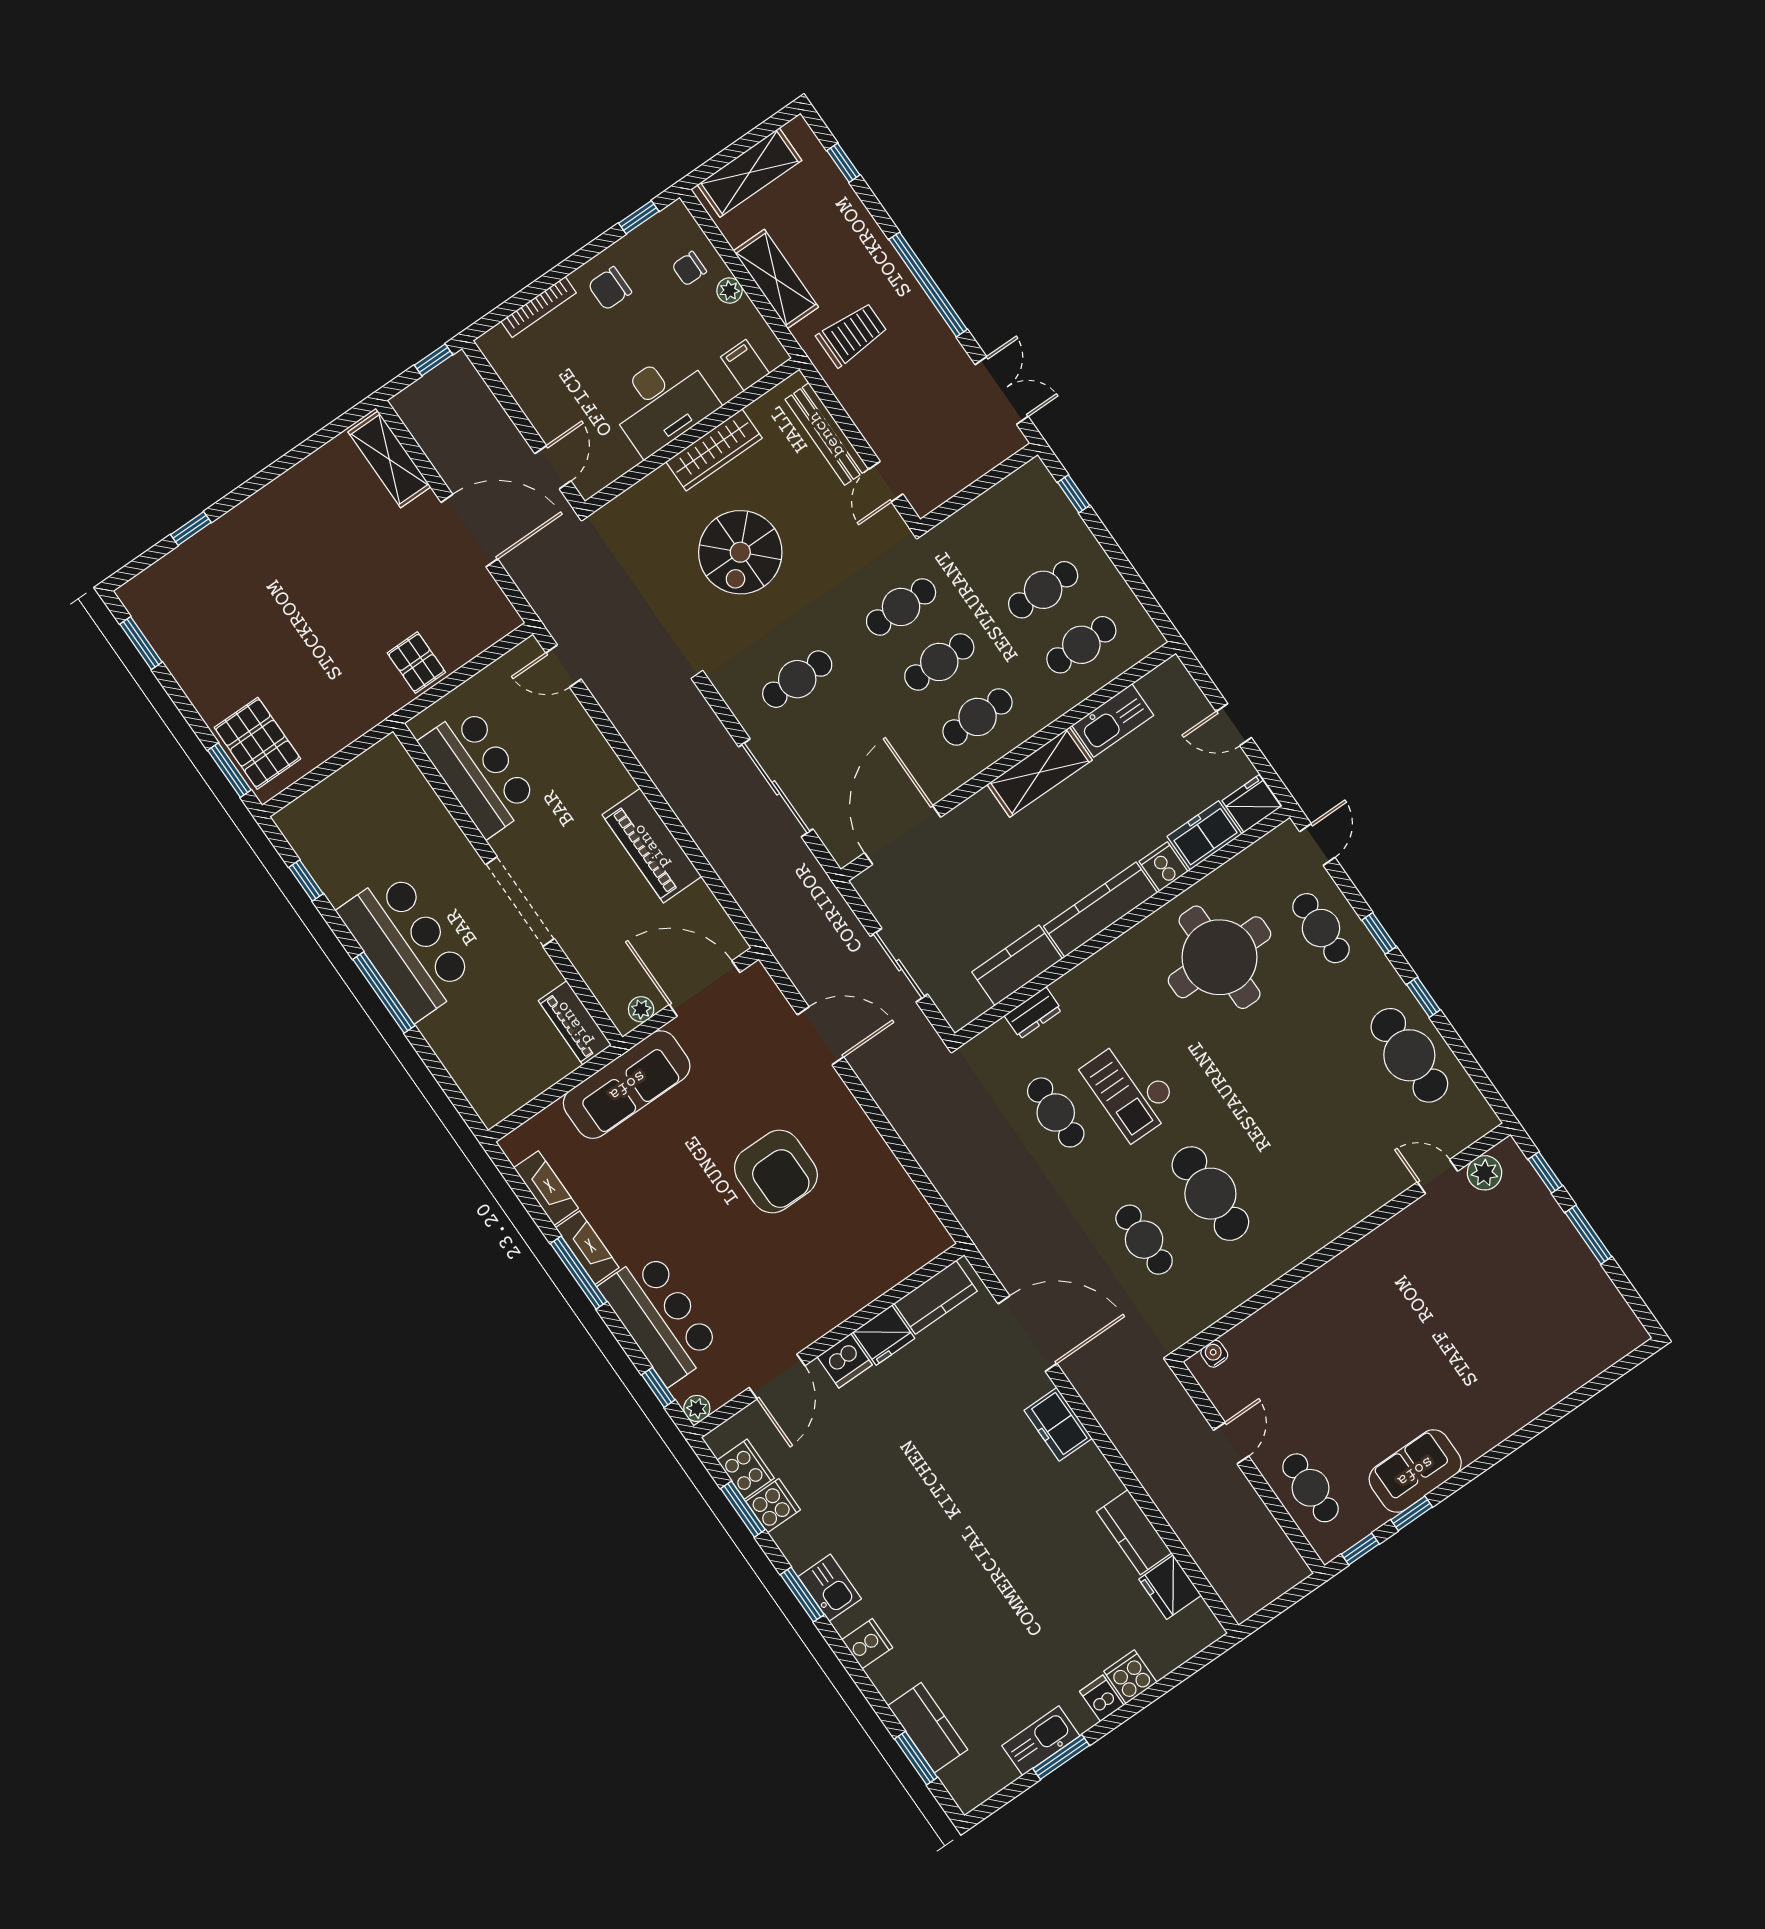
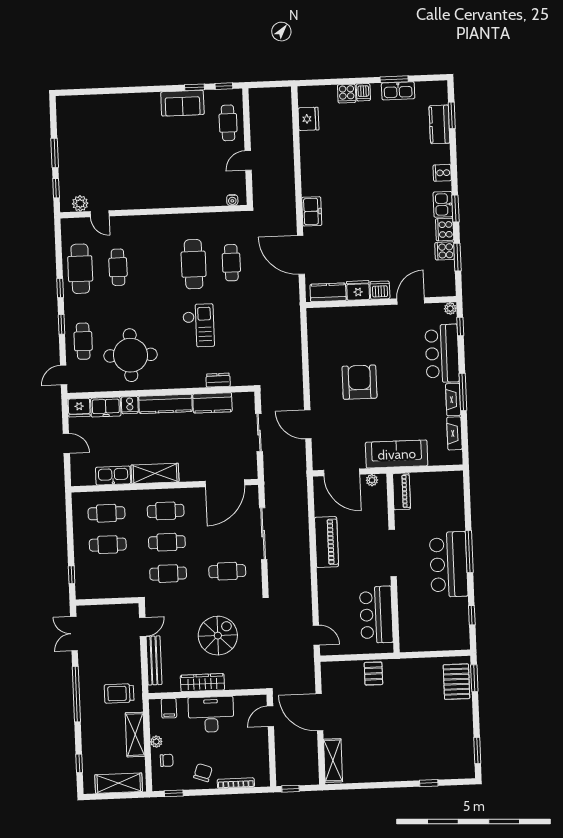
chair: (610, 288) -> (203, 773), turned -71
cafe table: (1056, 1112) -> (118, 267), moved
cooker: (746, 1469) -> (445, 230), moved
kitchen counter: (1134, 1532) -> (309, 150), removed

